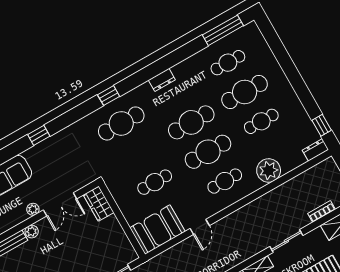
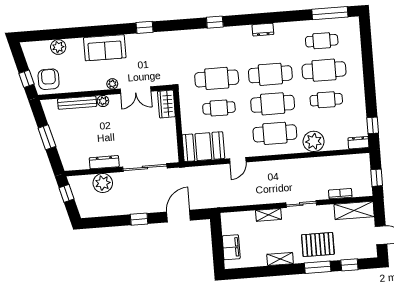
cafe table: (121, 123) -> (217, 78), moved
cafe table: (225, 181) -> (275, 133), width x1.37, depth x1.35

